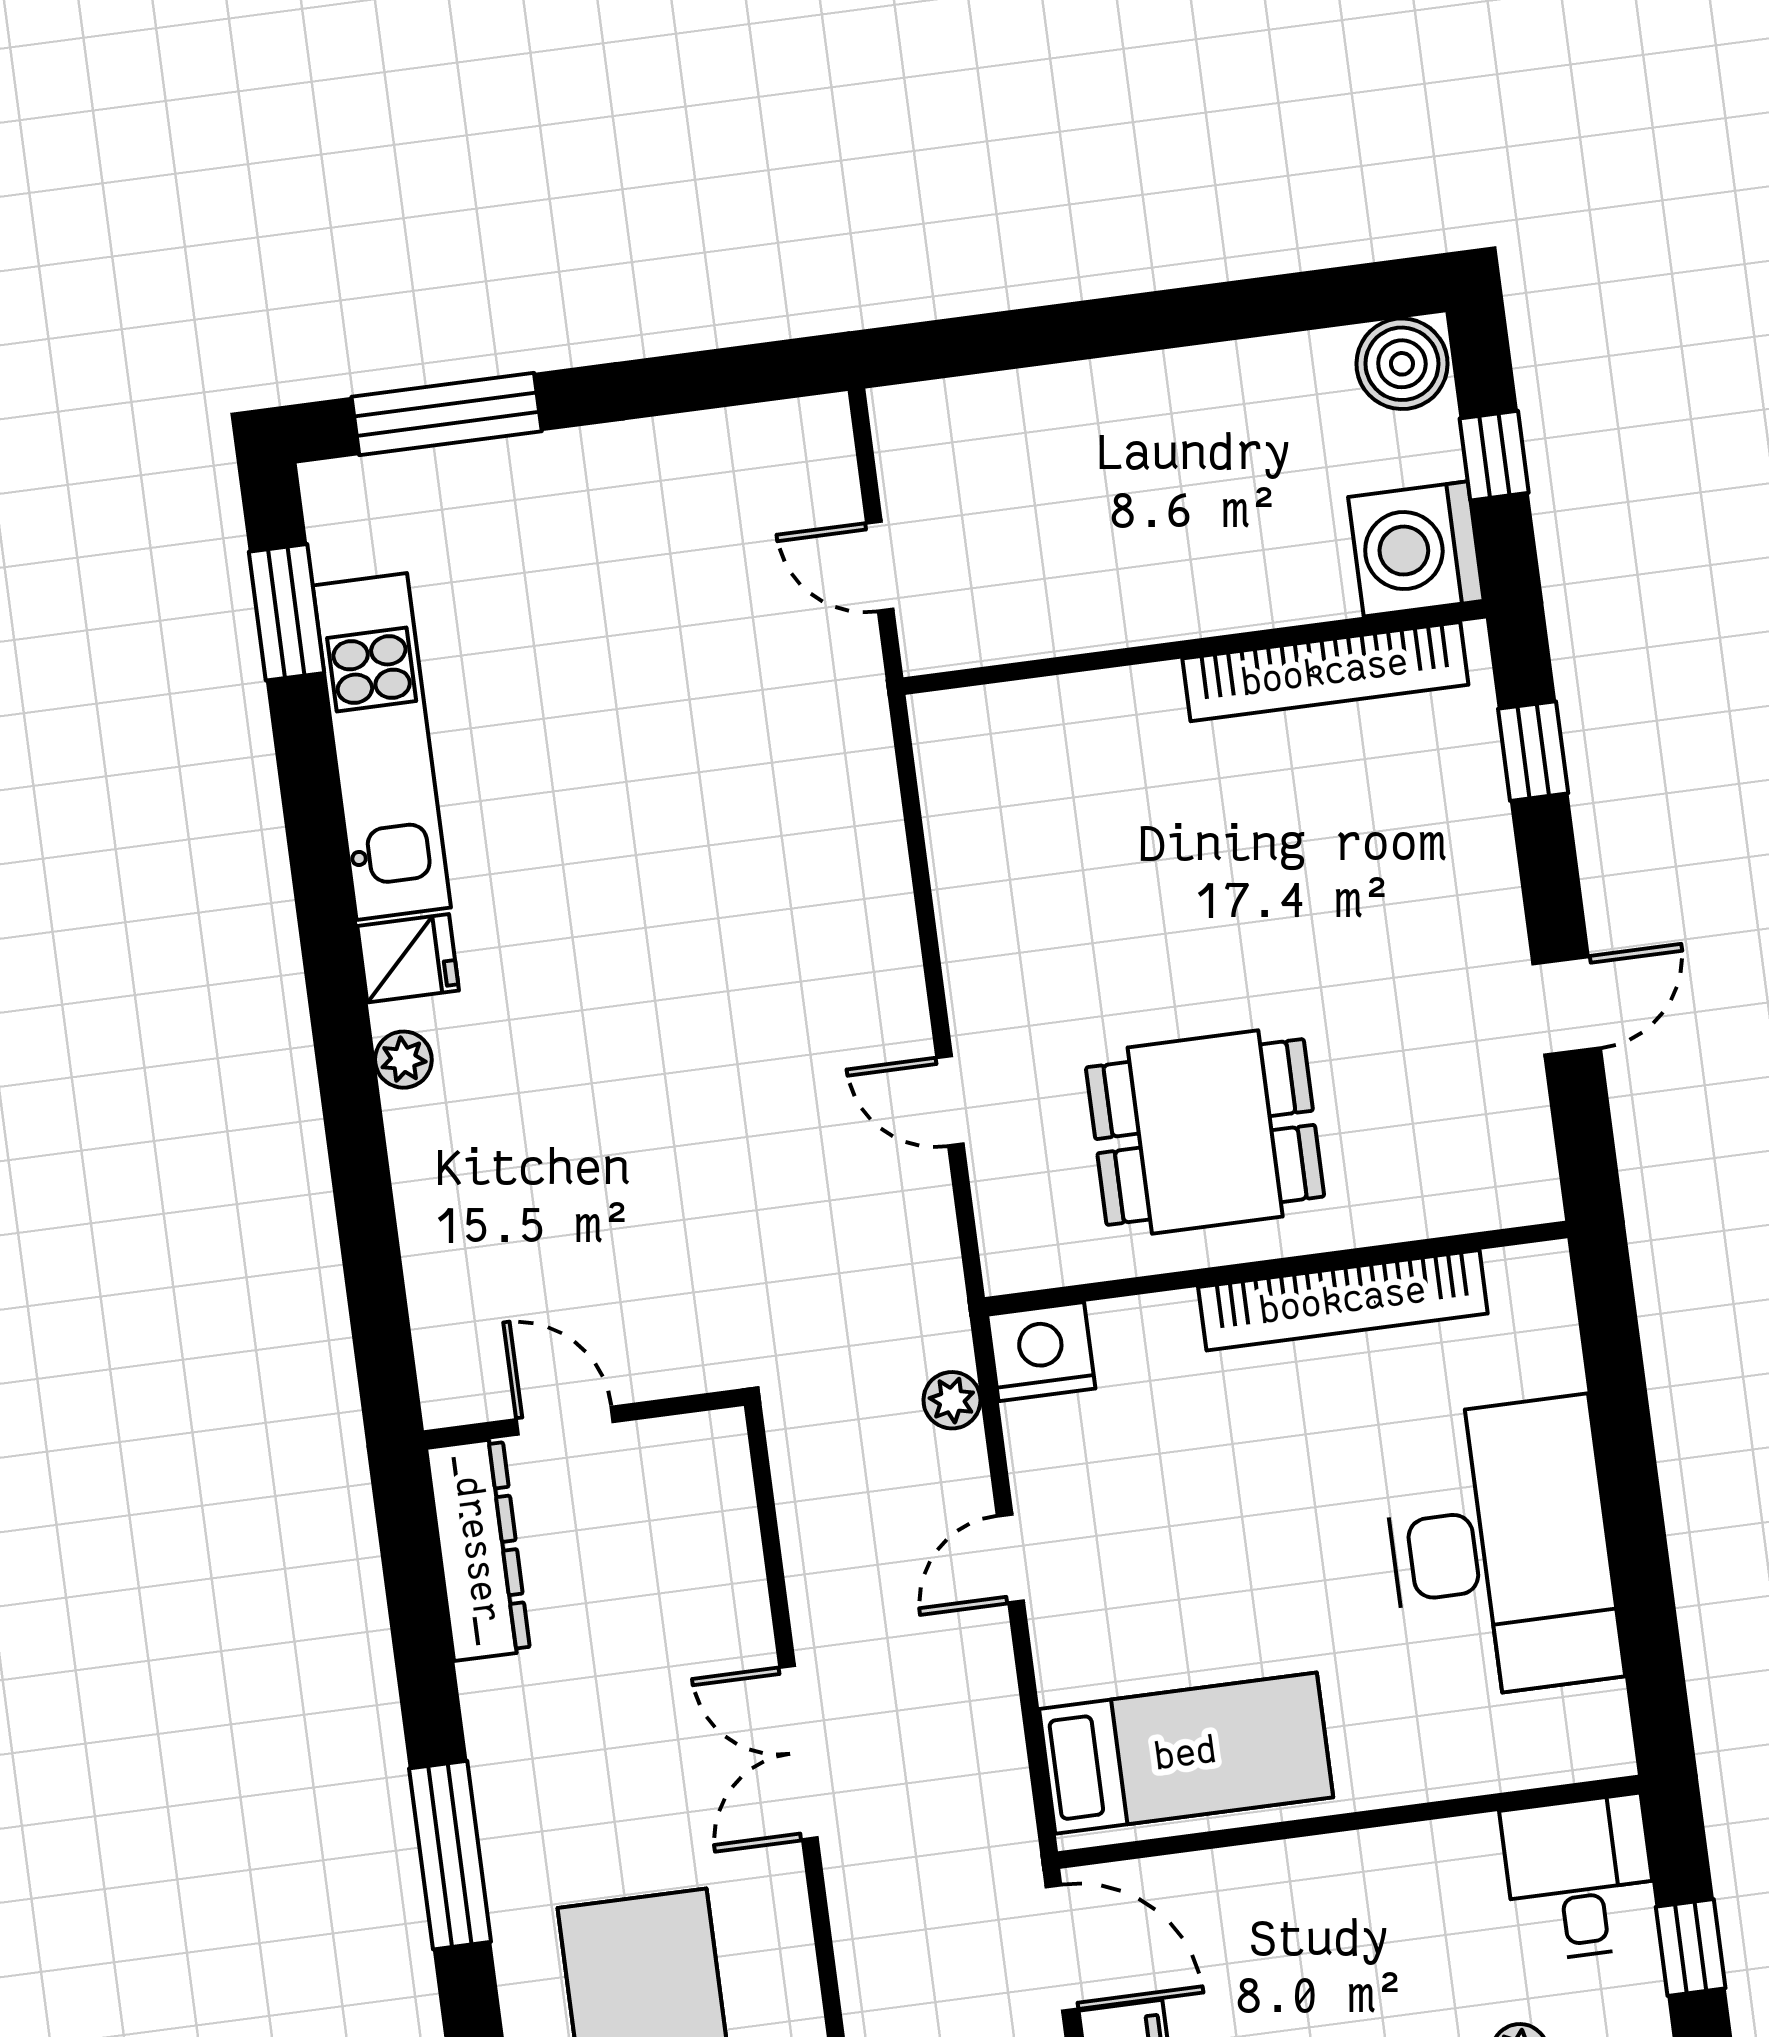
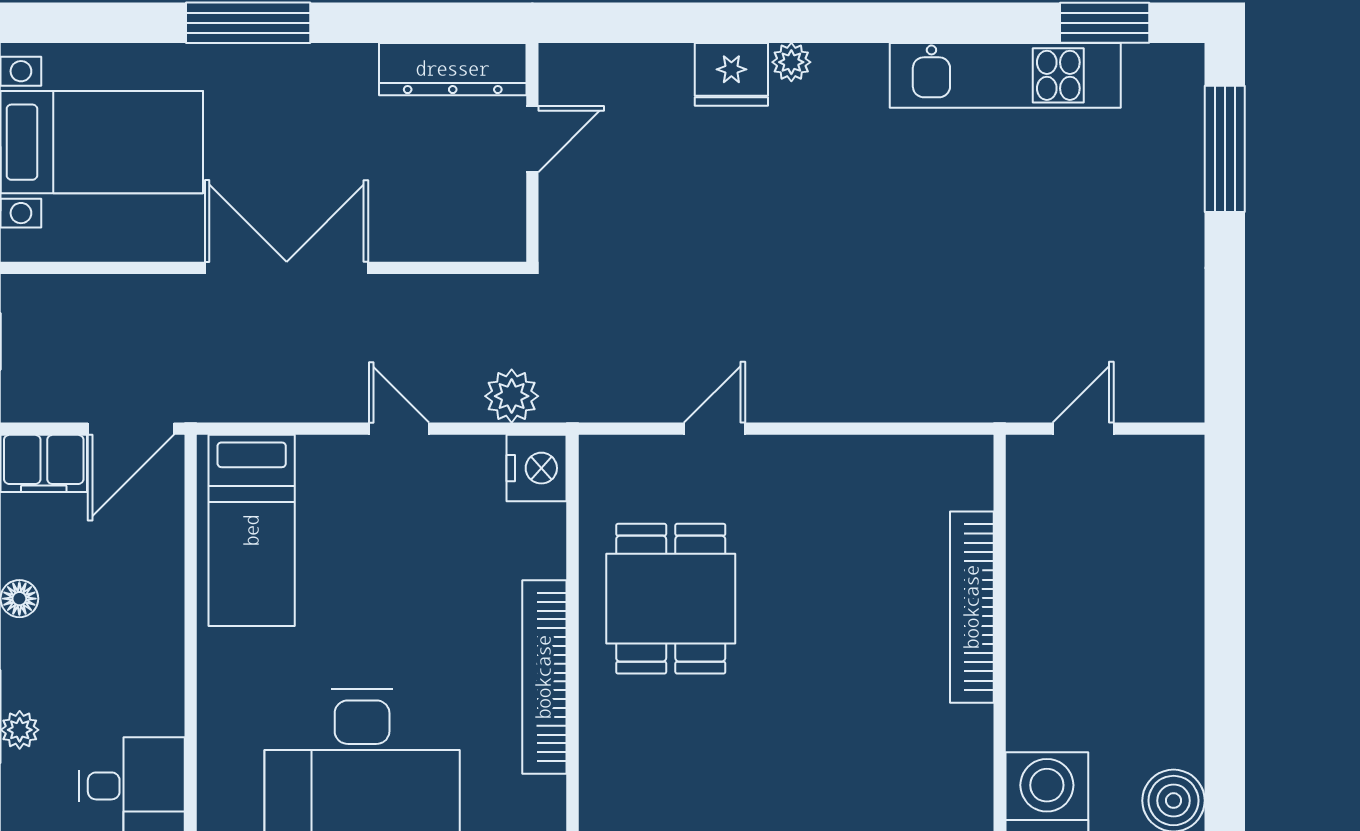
bookcase: (1325, 672) -> (972, 607), moved
fridge: (408, 958) -> (731, 74), moved, width x1.38
plant: (952, 1400) -> (512, 396), width x1.38, depth x1.38
double door: (799, 1753) -> (287, 268), width x1.37

